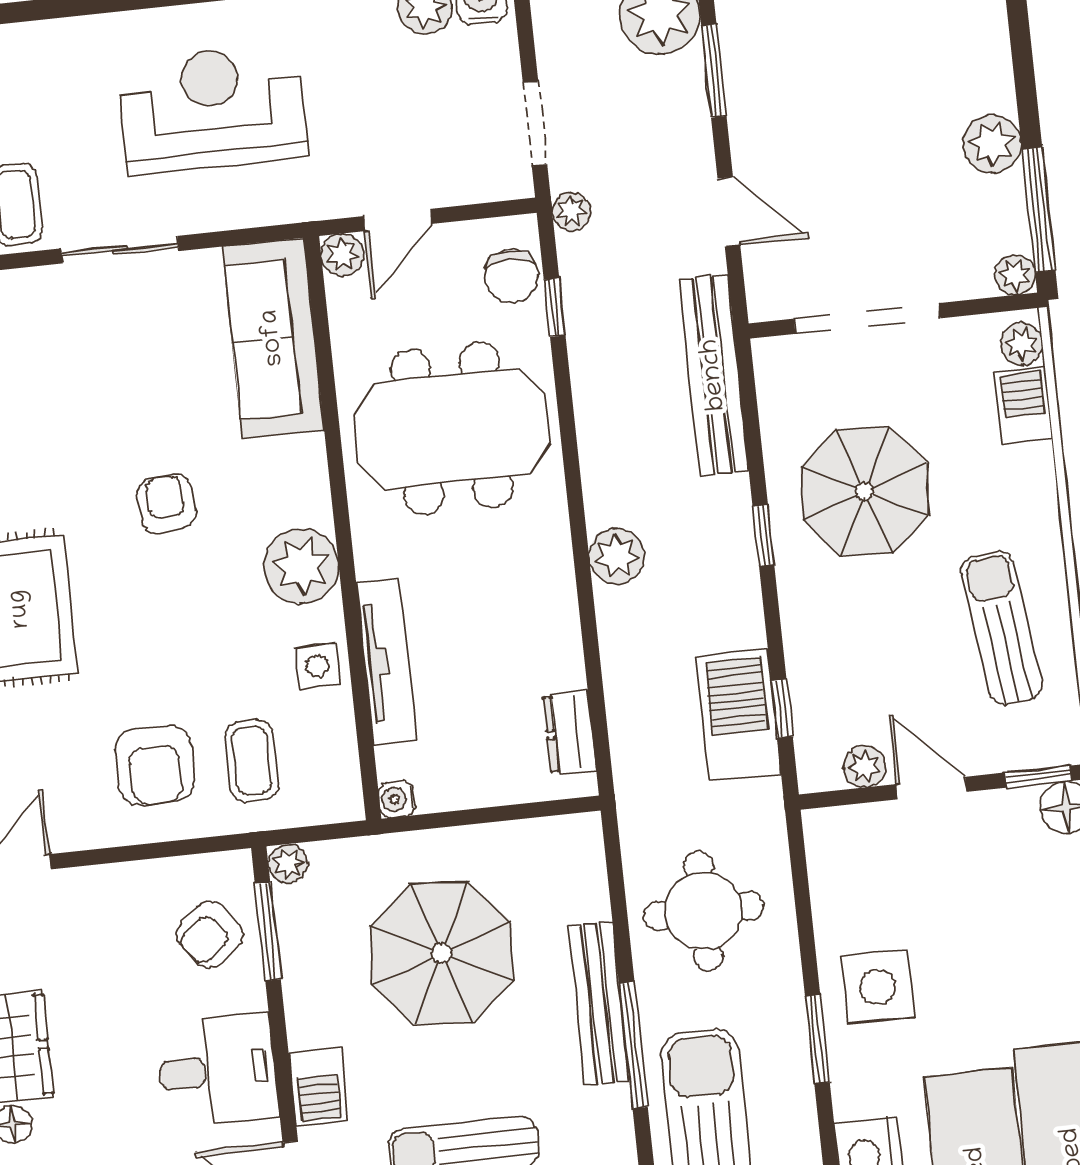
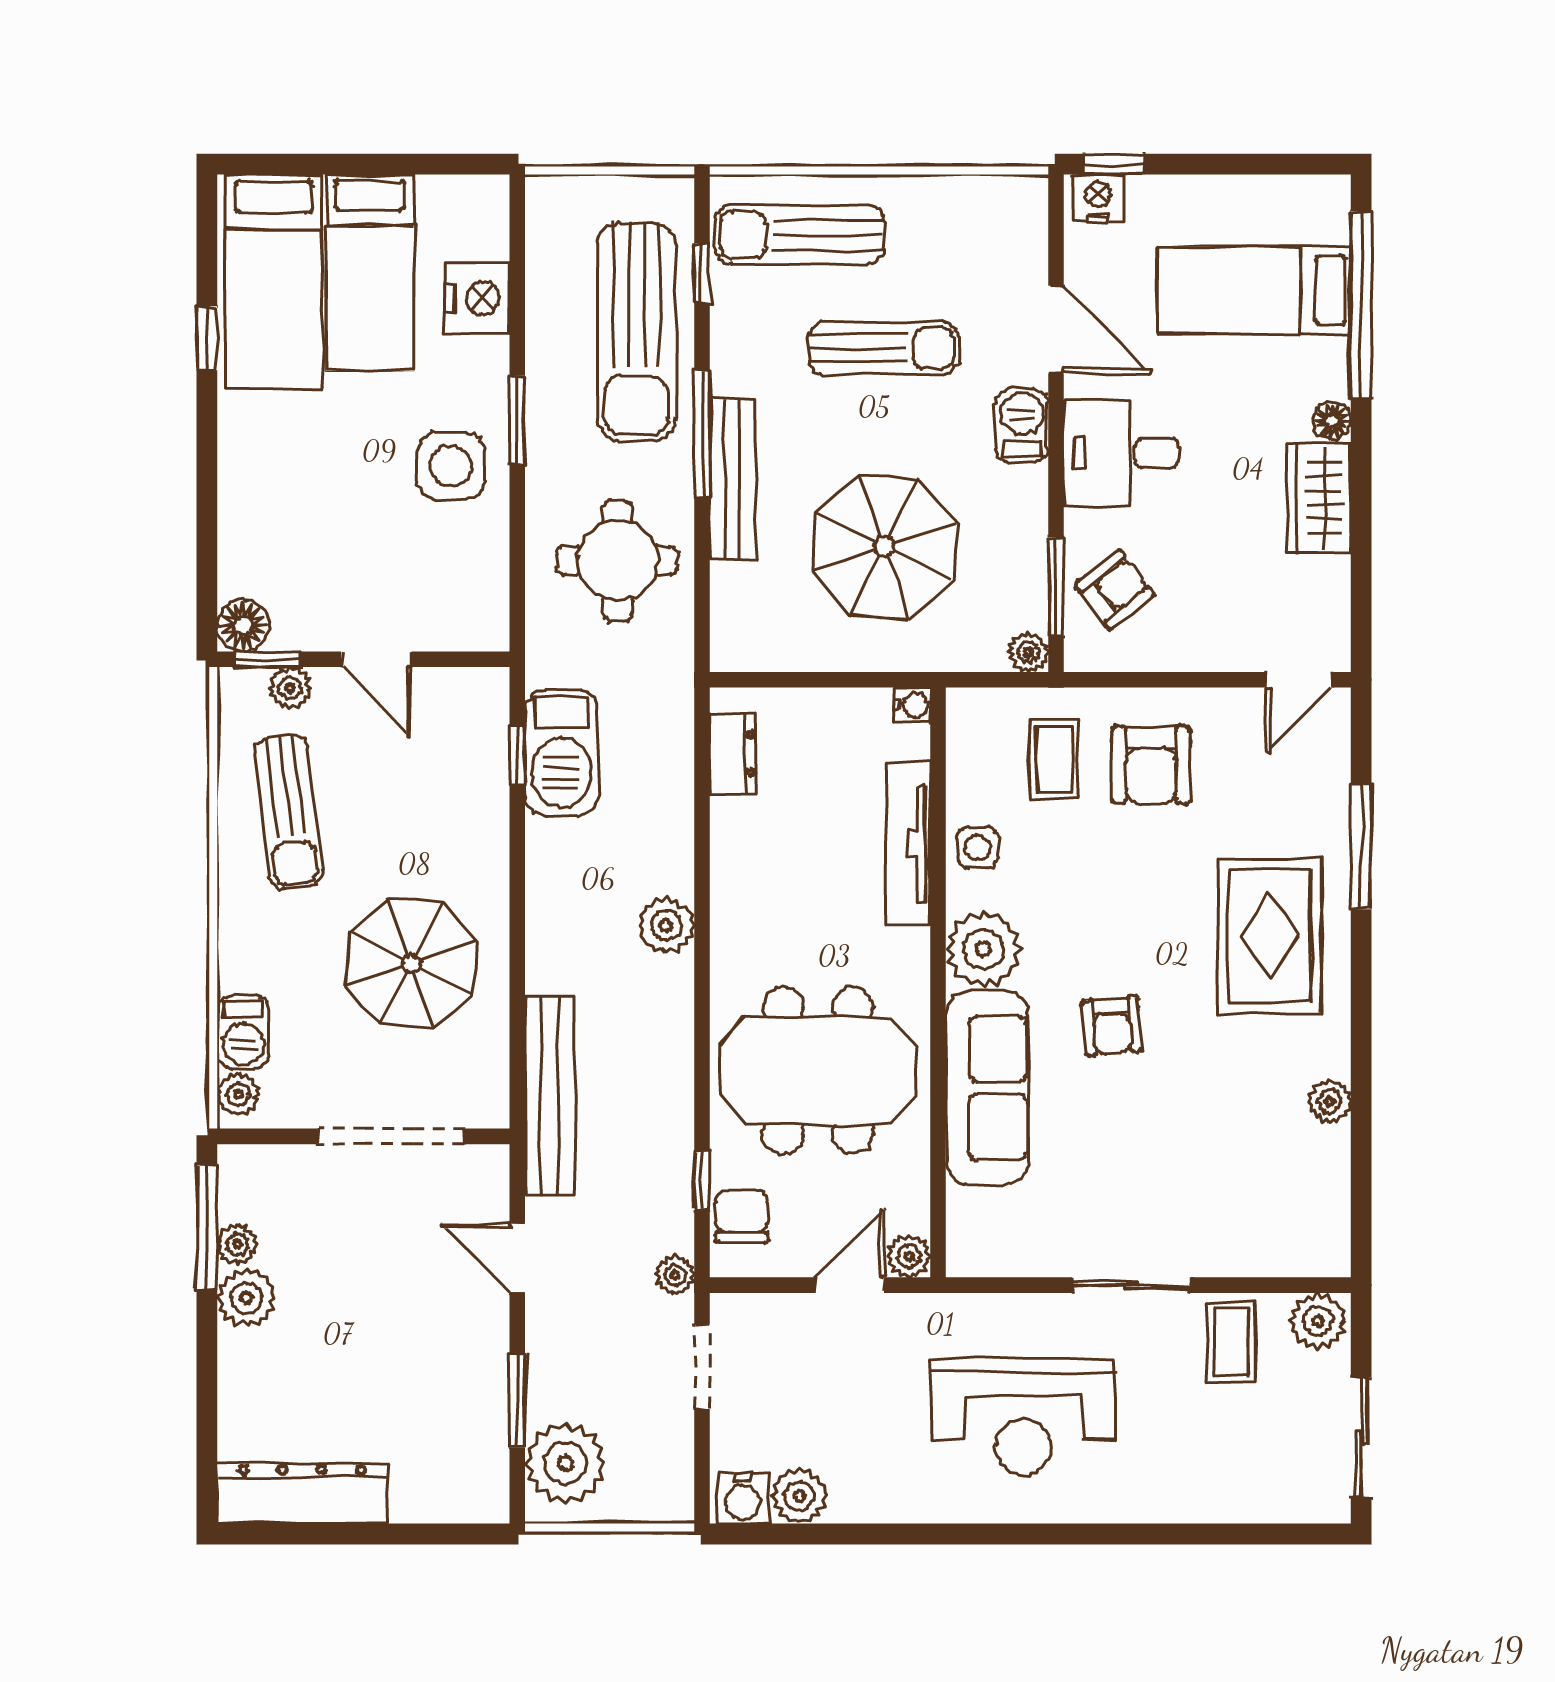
plant: (1015, 275) -> (237, 1244), moved
sofa: (273, 338) -> (987, 1088), moved
window: (763, 535) -> (517, 930), removed
armchair: (155, 765) -> (1151, 765), turned 180
plant: (864, 767) -> (290, 688), moved

